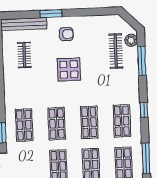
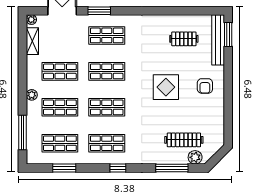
window: (51, 14) -> (228, 35), moved
window: (146, 158) -> (64, 168), width x0.69

